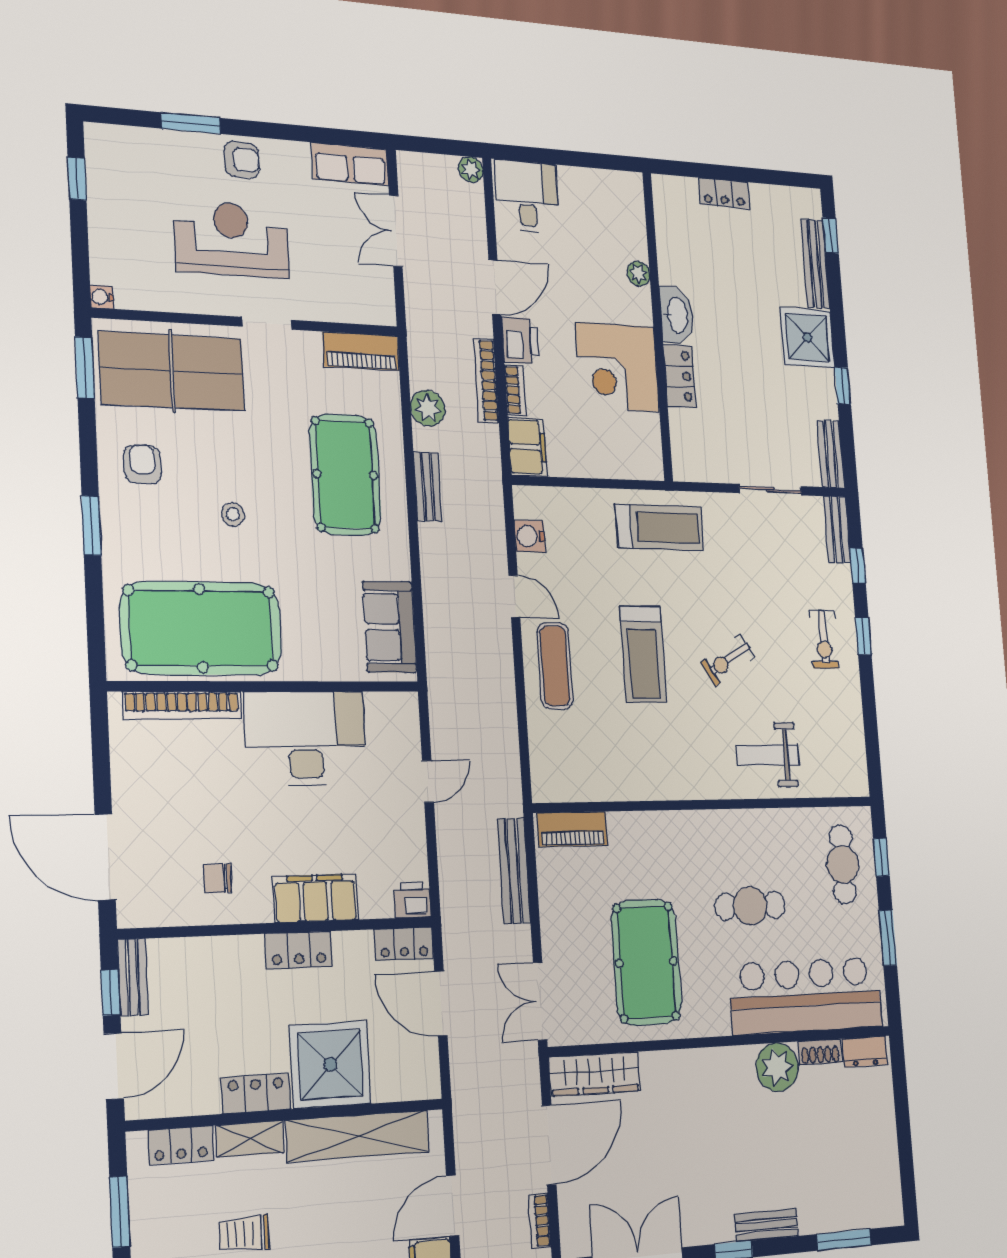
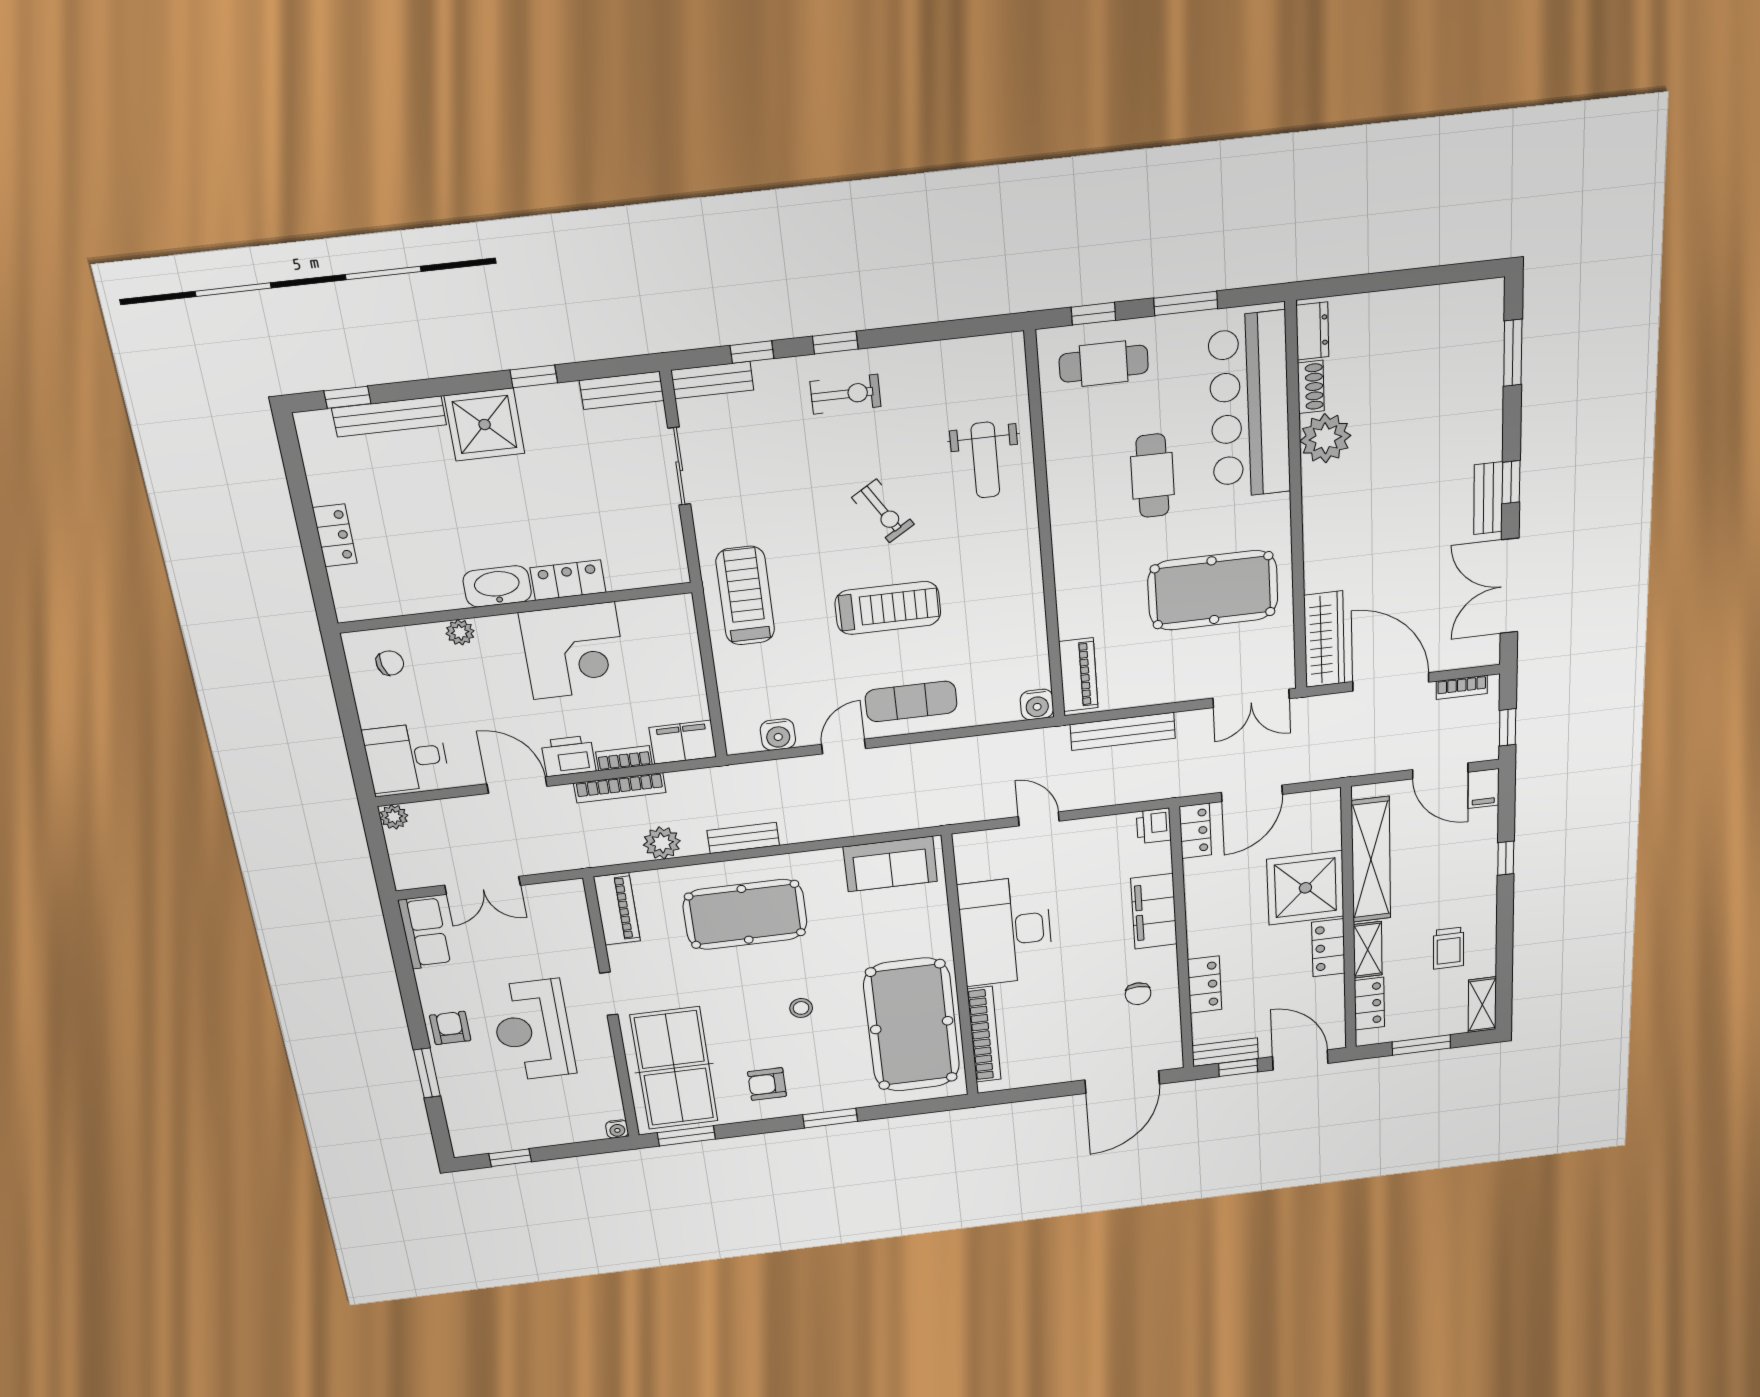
chair: (614, 207) -> (390, 663), added
water cooler: (545, 787) -> (1037, 704), added
locker: (299, 950) -> (1205, 985), moved
bench: (766, 1225) -> (1488, 498), moved

